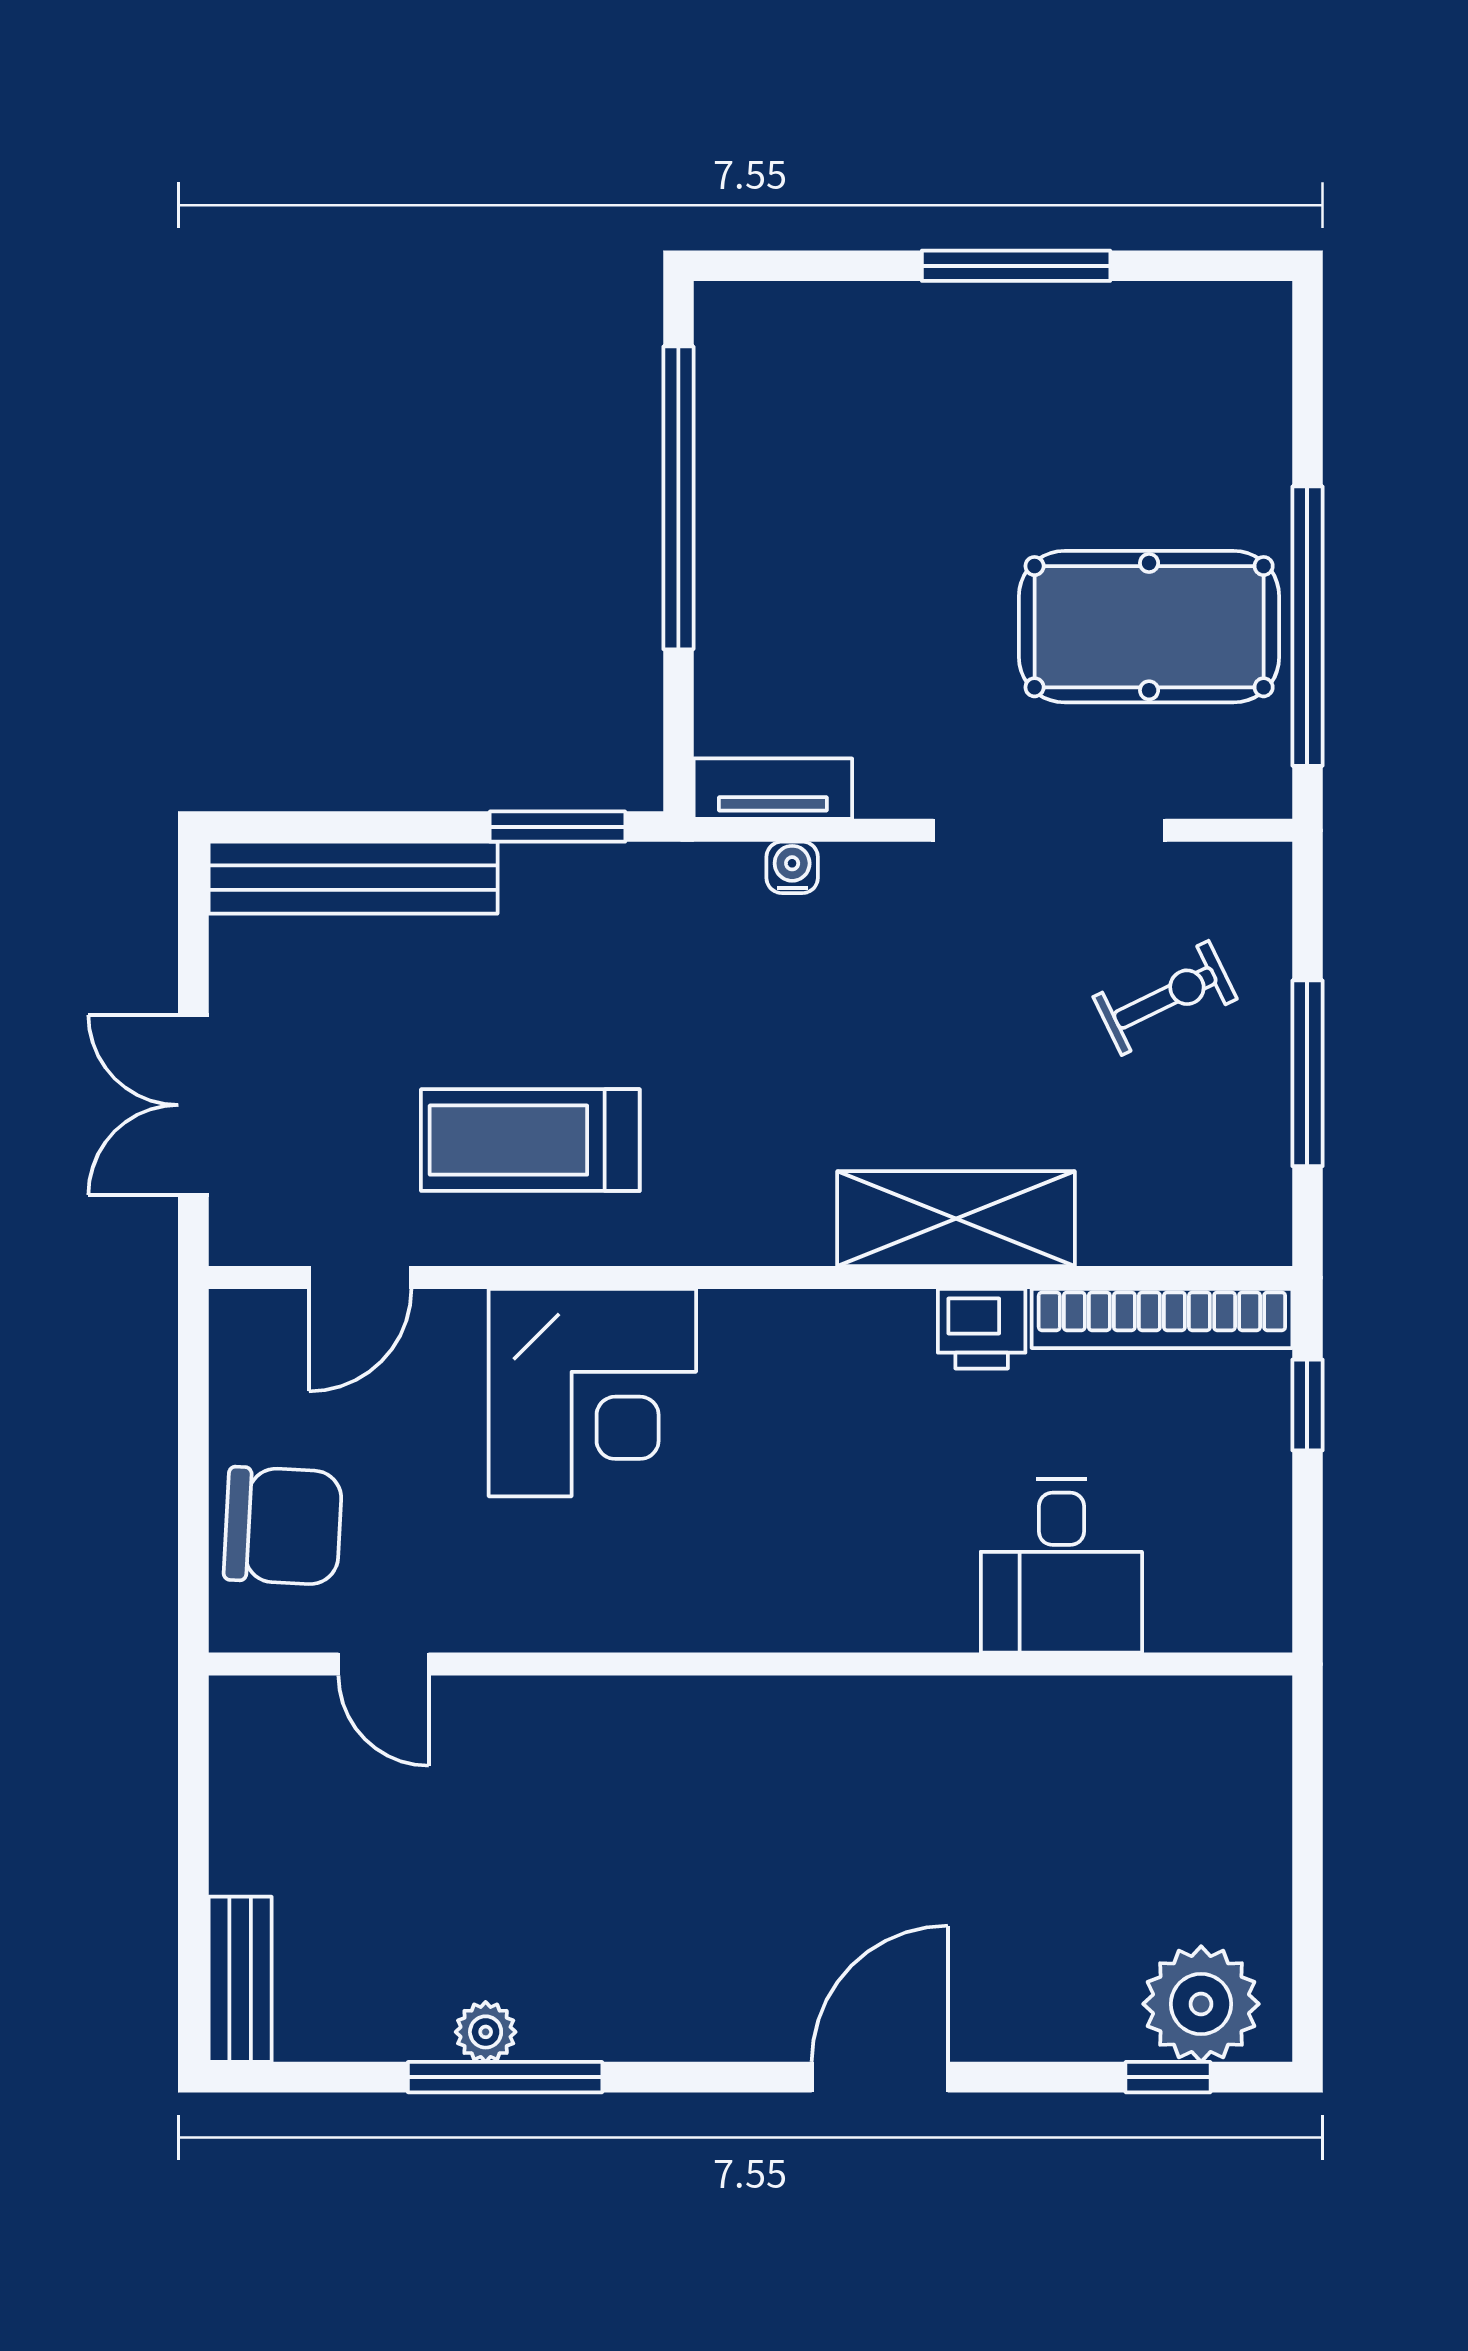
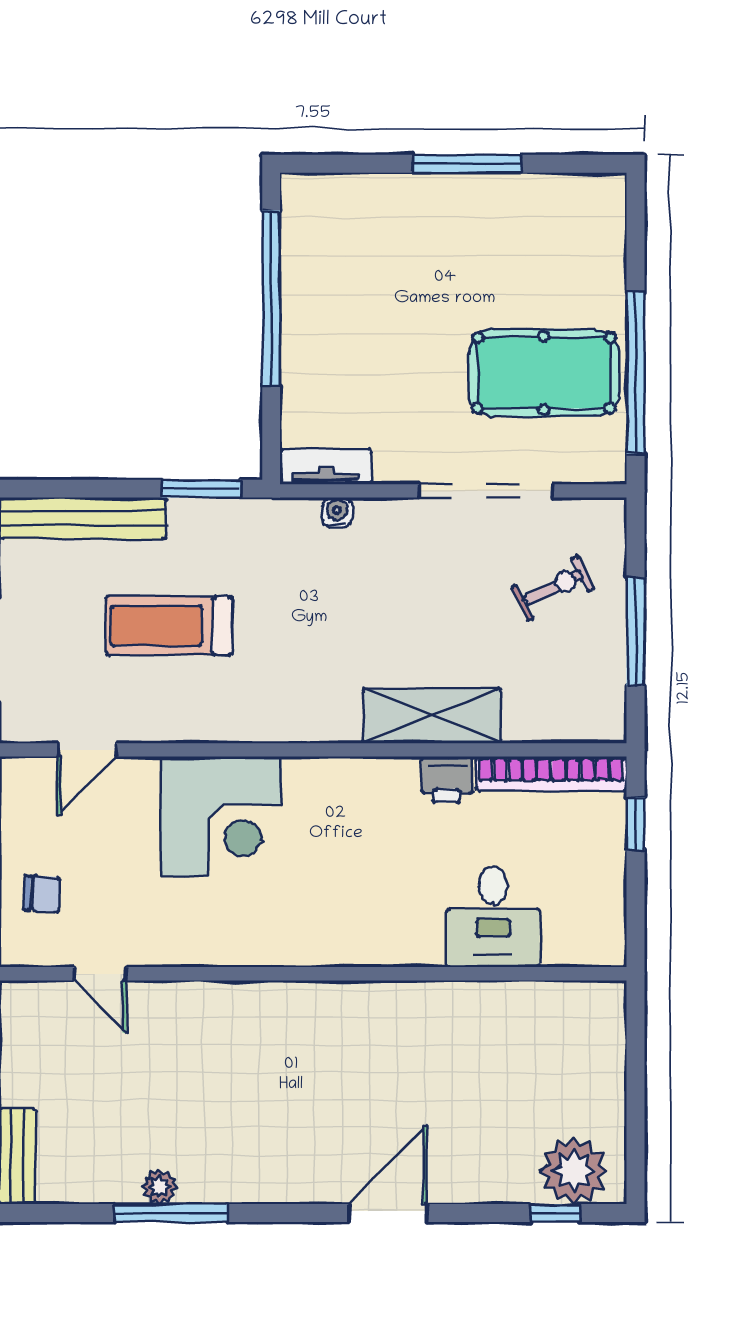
treadmill: (530, 1140) -> (169, 626), moved
chair: (283, 1526) -> (42, 894), width x0.54, depth x0.54

